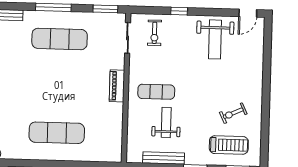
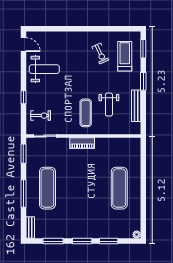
weight bench: (166, 122) -> (109, 105), turned -90

